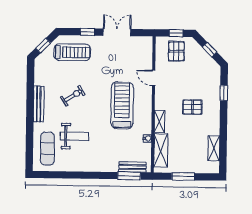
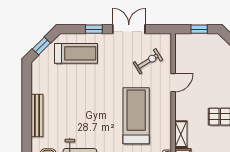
pallet: (176, 51) -> (200, 50), removed
door: (154, 78) -> (173, 83), swing flipped
exercise bike: (73, 96) -> (148, 61), moved

